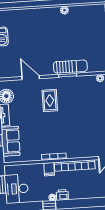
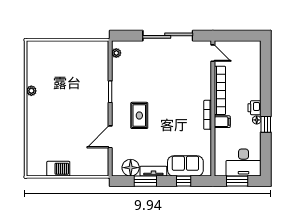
sun lounger: (70, 67) -> (100, 88), removed
rug: (50, 100) -> (139, 115), turned 90

